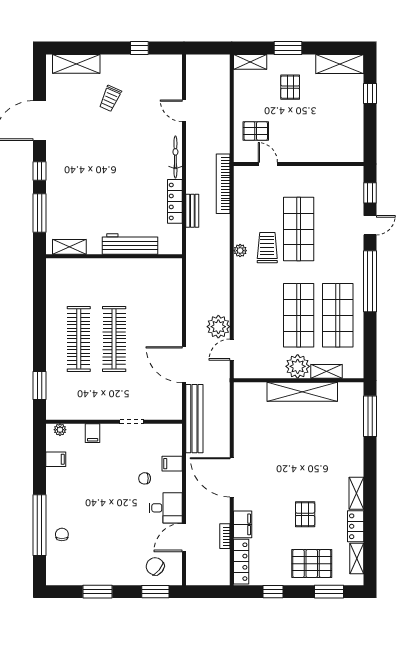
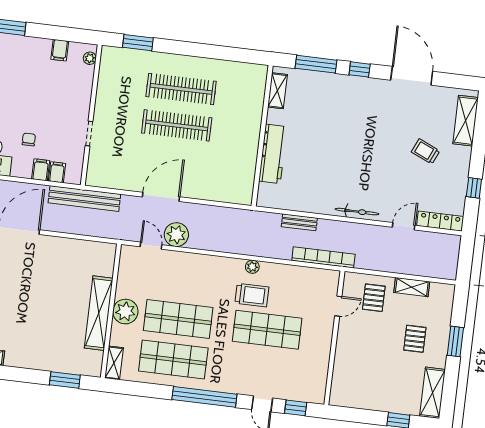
shelving: (250, 62) -> (412, 287), moved, turned 90
pallet: (290, 87) -> (415, 339), turned 90
locker: (175, 201) -> (440, 221), moved
door: (184, 365) -> (161, 197), moved
shelving: (327, 371) -> (114, 363), moved
window: (370, 416) -> (65, 380), width x0.69
filing cabinet: (93, 433) -> (57, 172), moved, turned 90

